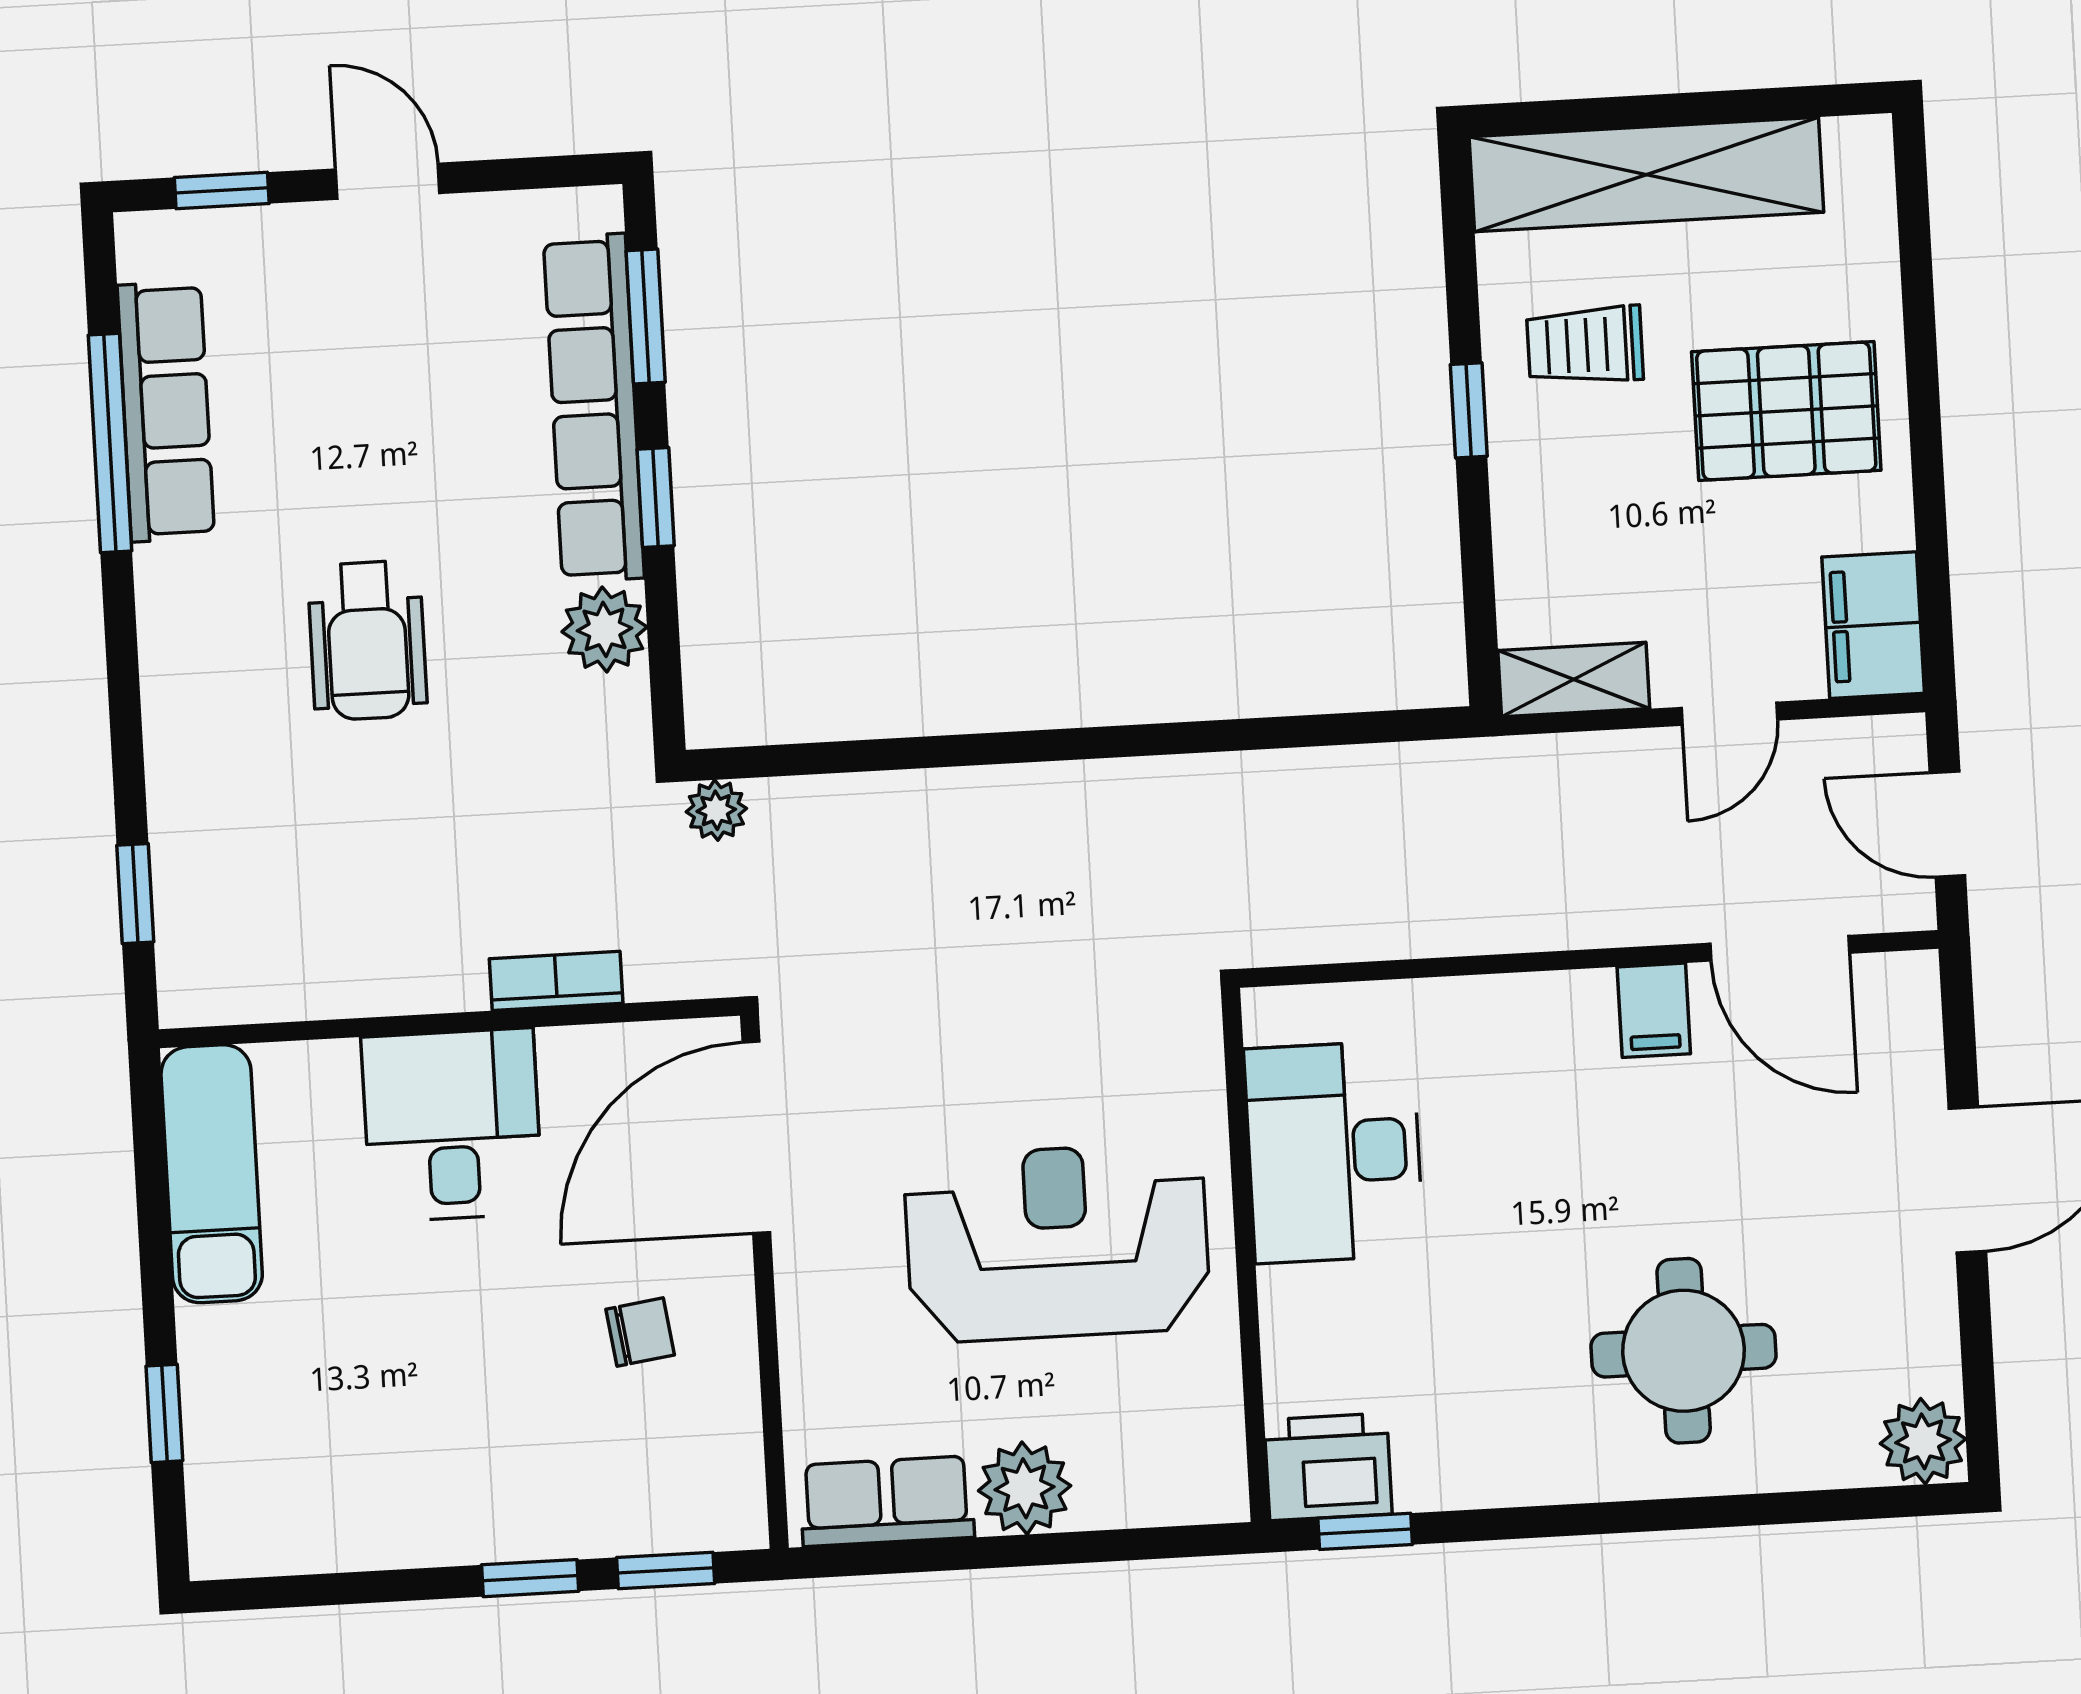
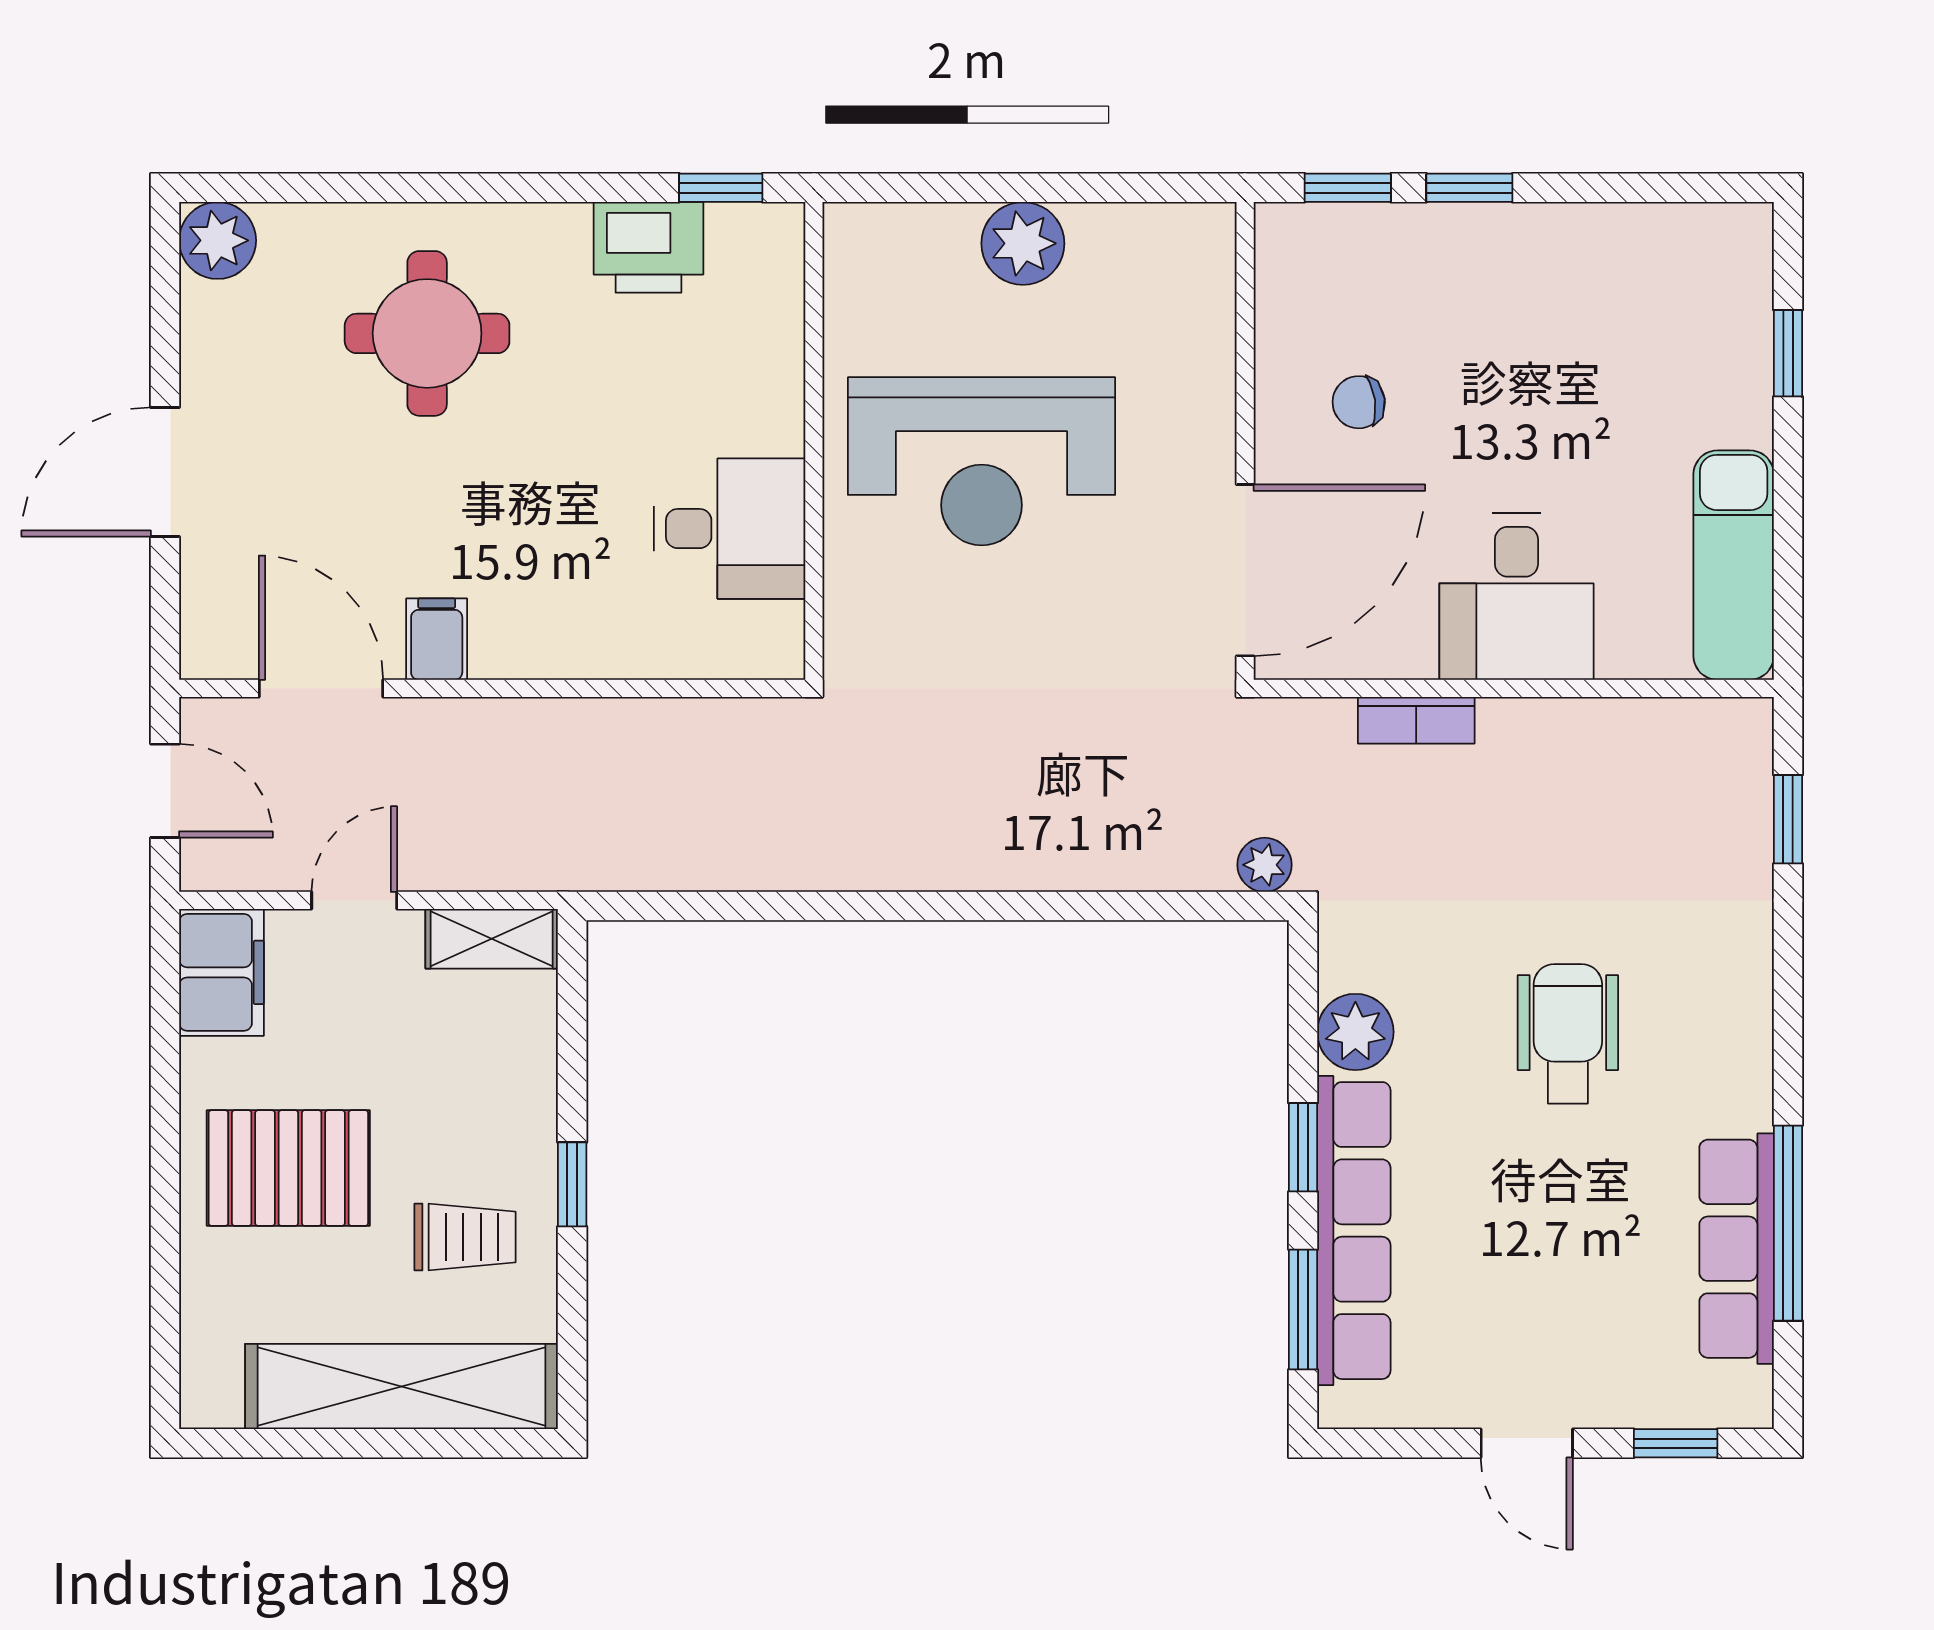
desk: (1334, 1152) -> (730, 529), width x0.73
printer: (1328, 1467) -> (648, 247), moved
row of seats: (887, 1501) -> (1147, 239), removed

